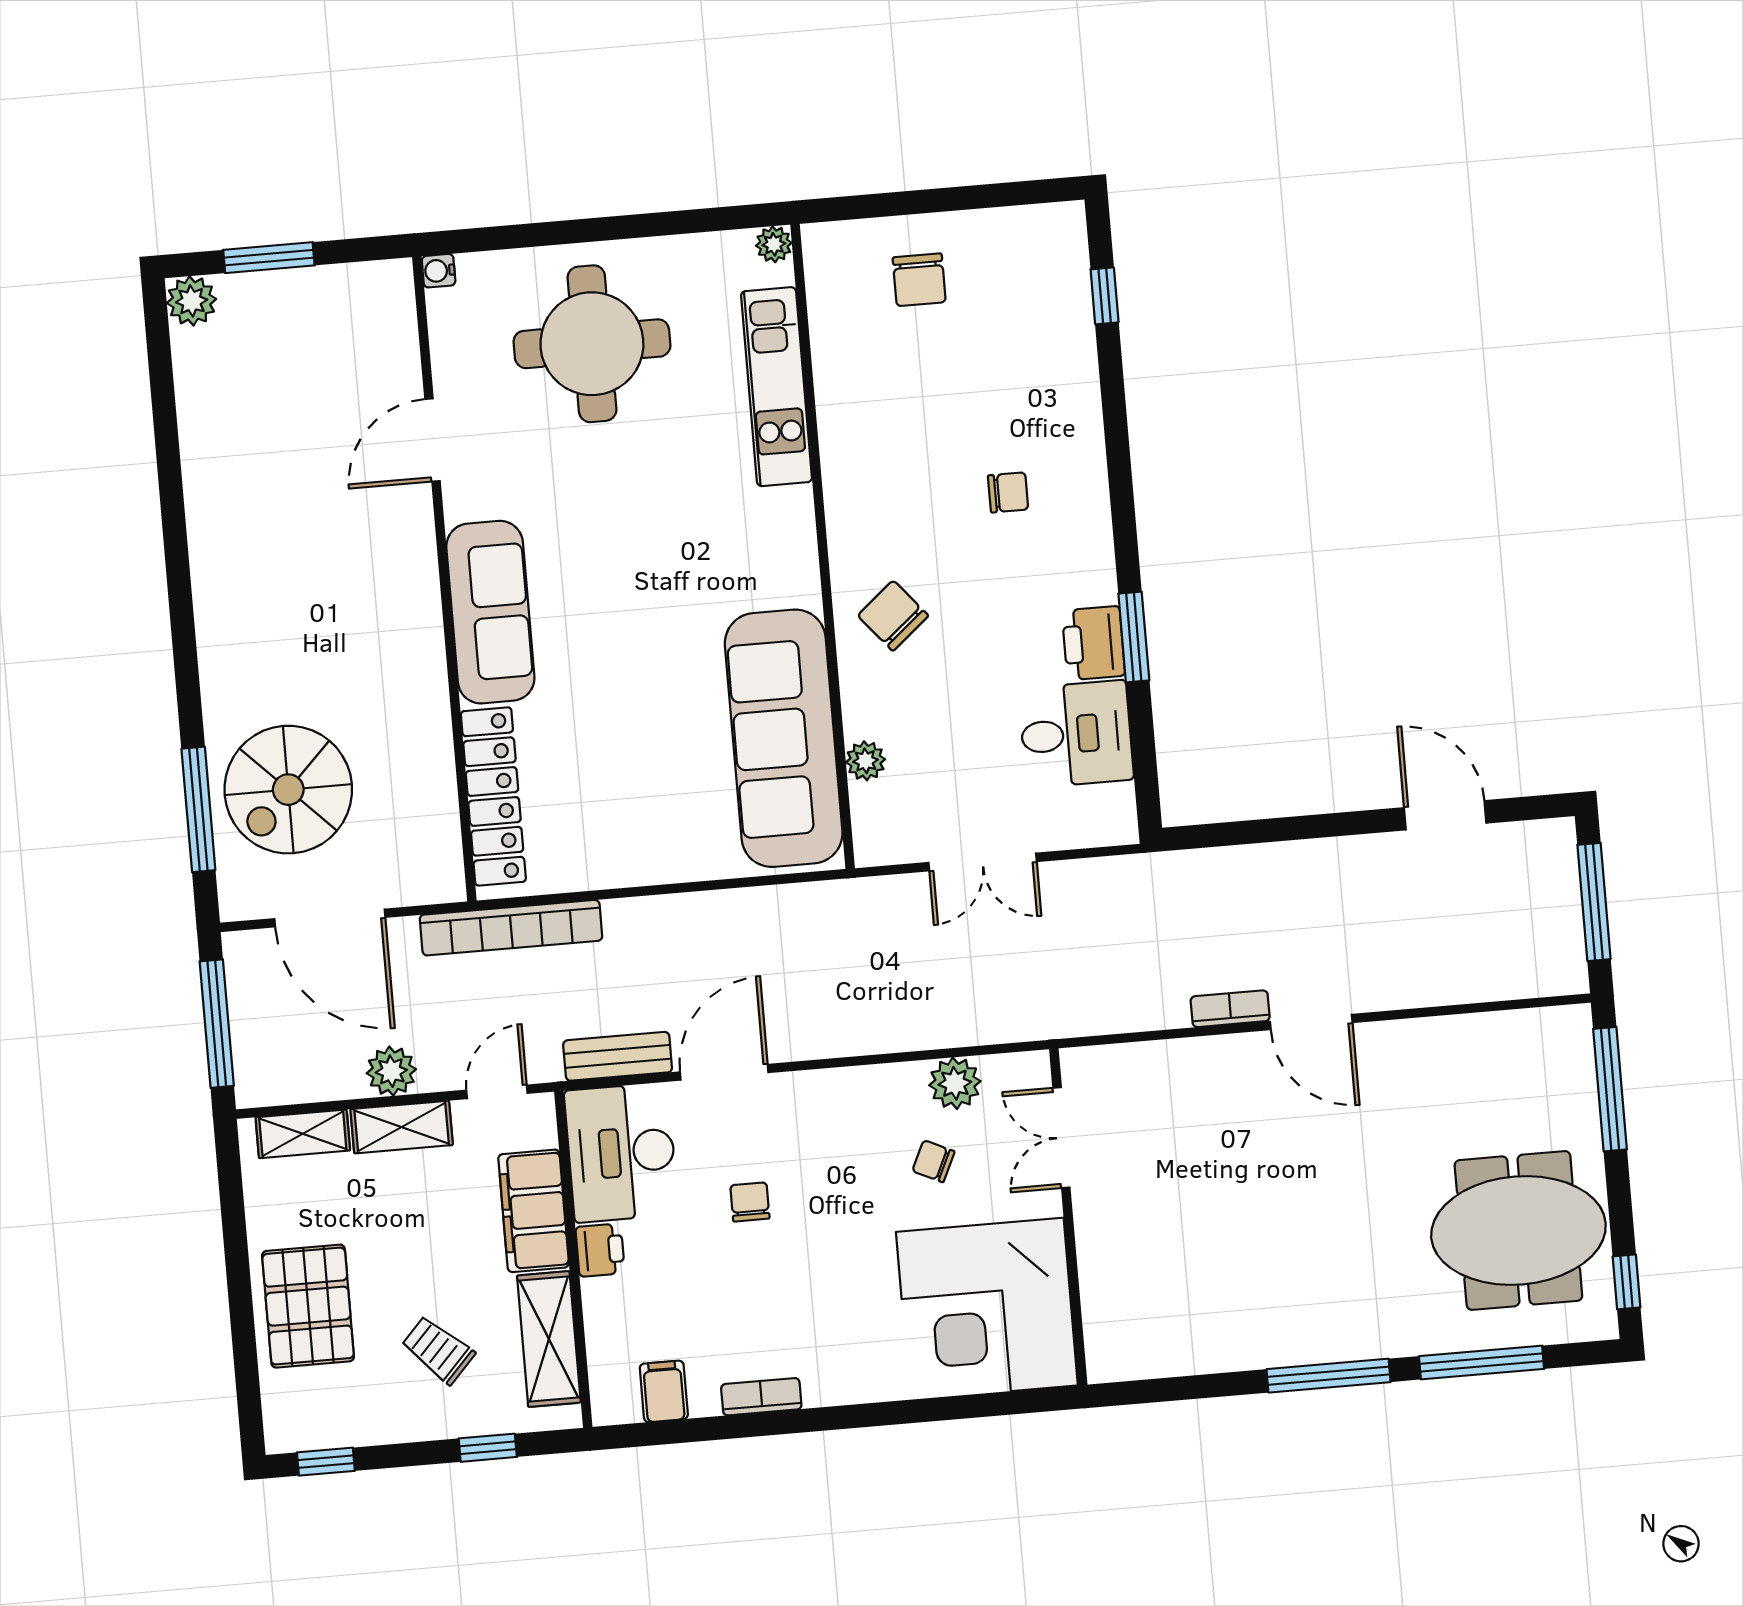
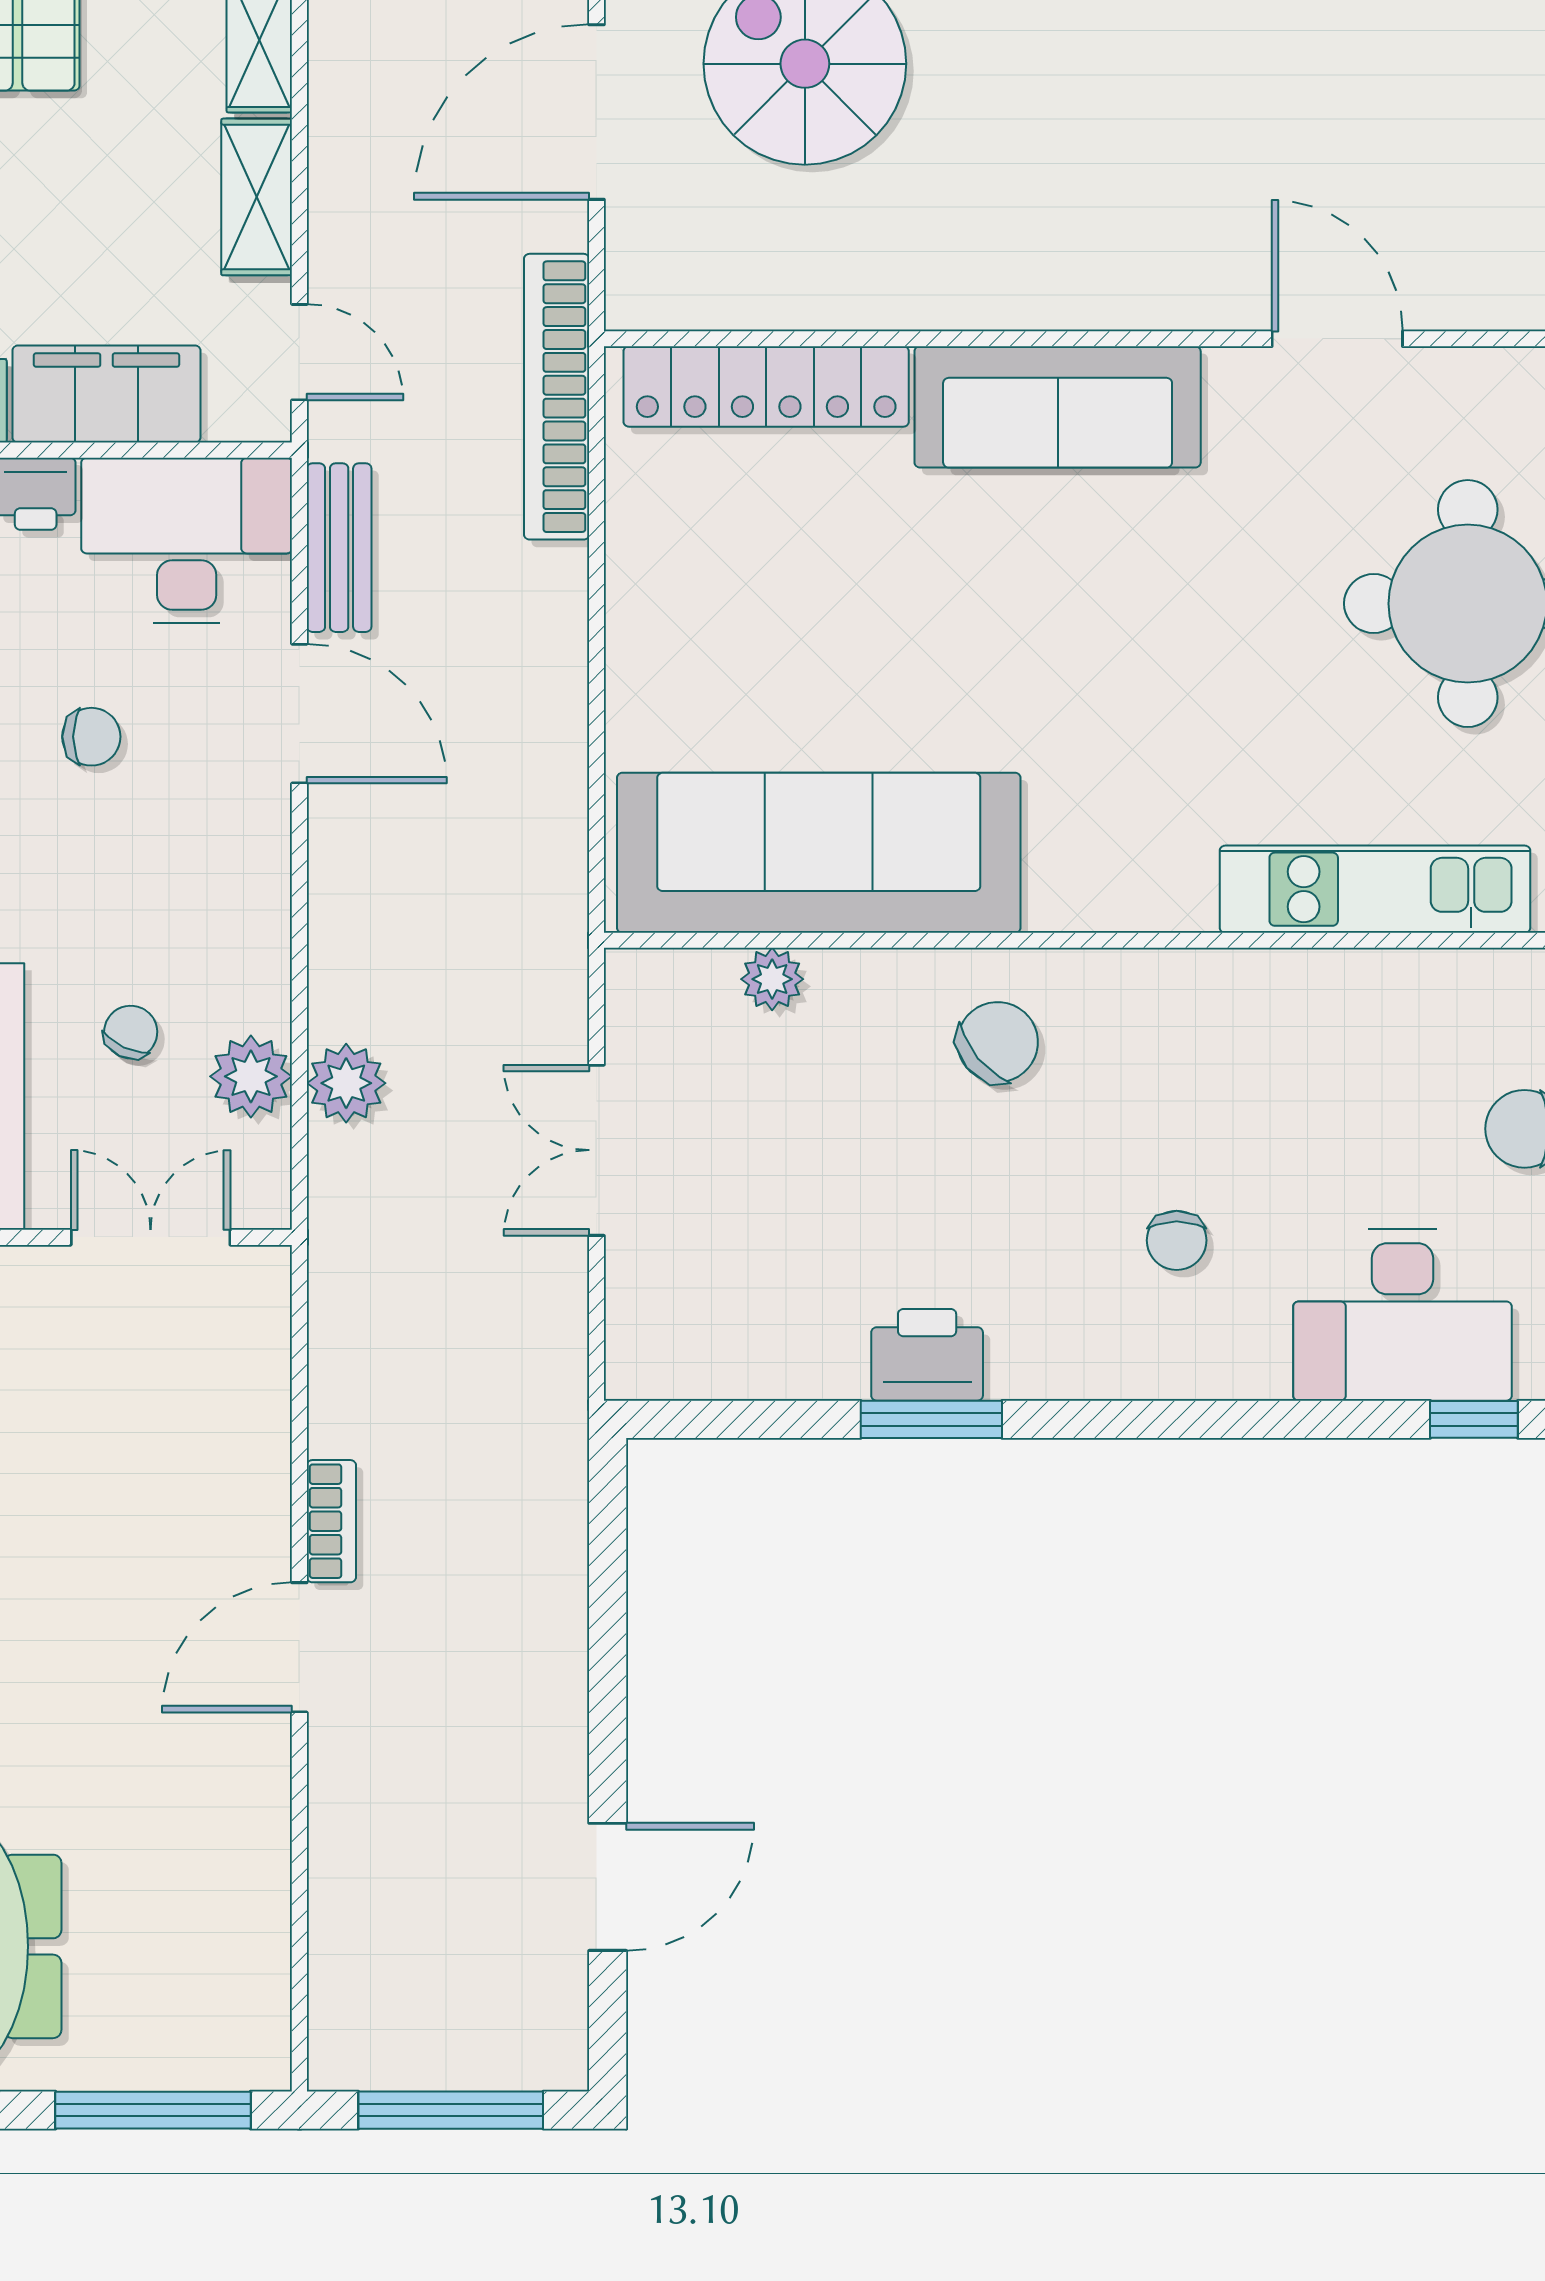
desk: (1076, 734) -> (1402, 1315), moved, width x1.37
plant: (391, 1071) -> (346, 1083), moved

